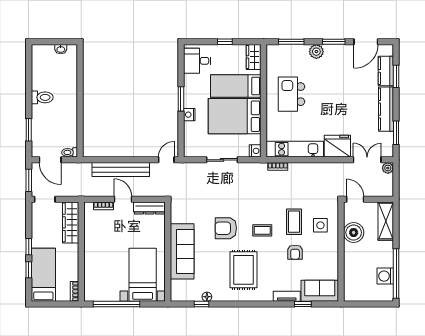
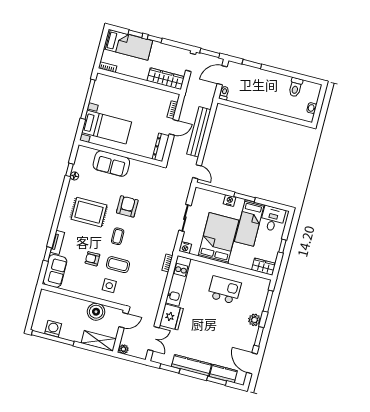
bed: (236, 86) -> (249, 223), moved, turned 180
toilet: (42, 97) -> (295, 87), moved
plant: (388, 168) -> (123, 349), moved
sofa: (182, 251) -> (111, 164), width x0.73

